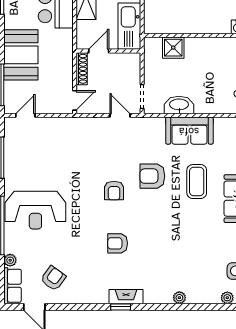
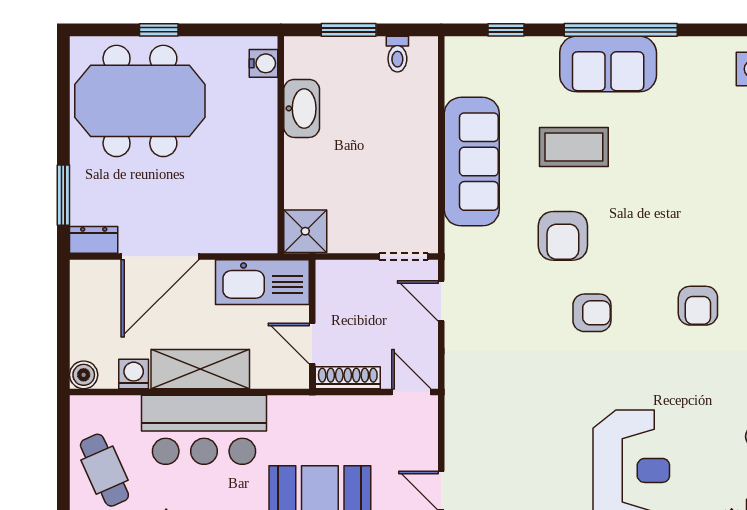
shower: (173, 48) -> (305, 231), moved
washbasin: (179, 105) -> (302, 108), moved, turned 180
door: (120, 115) -> (441, 301), hinge flipped
sofa: (189, 131) -> (472, 162), width x1.36

